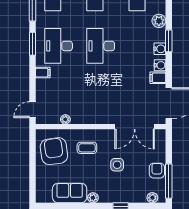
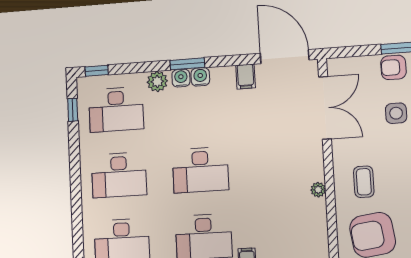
water cooler: (160, 65) -> (181, 78), moved
plant: (65, 119) -> (318, 190), moved
side table: (117, 165) -> (396, 113), moved

